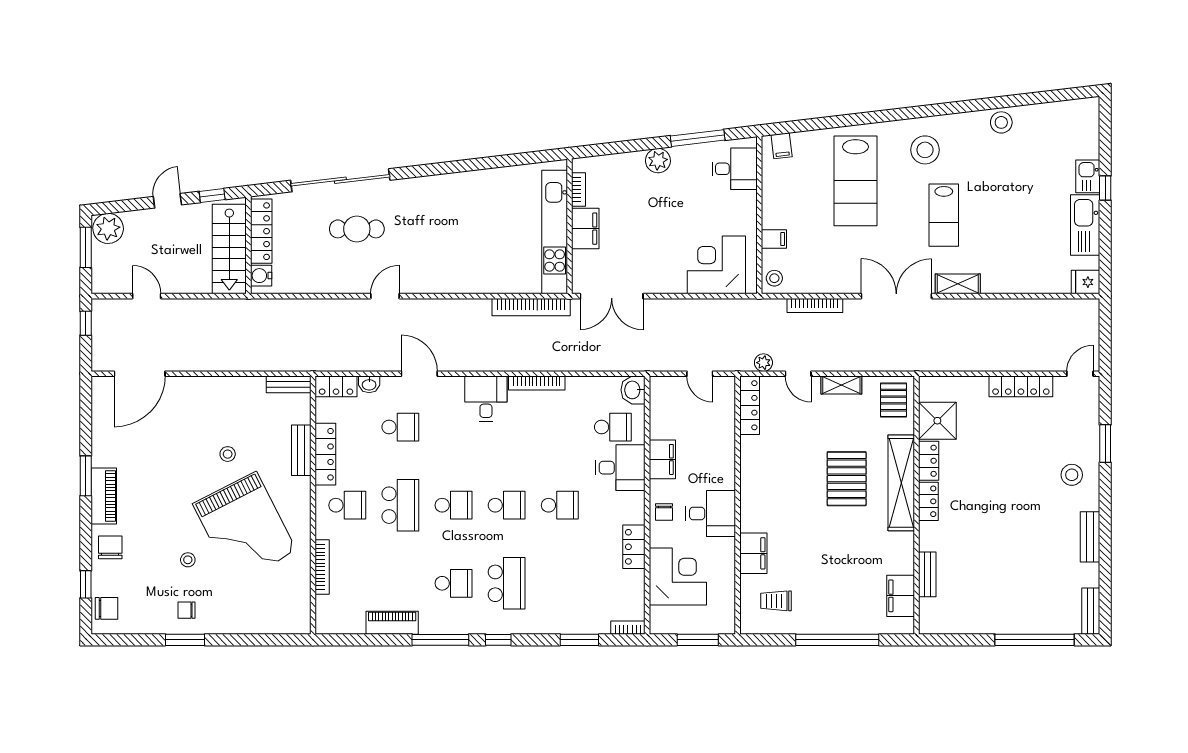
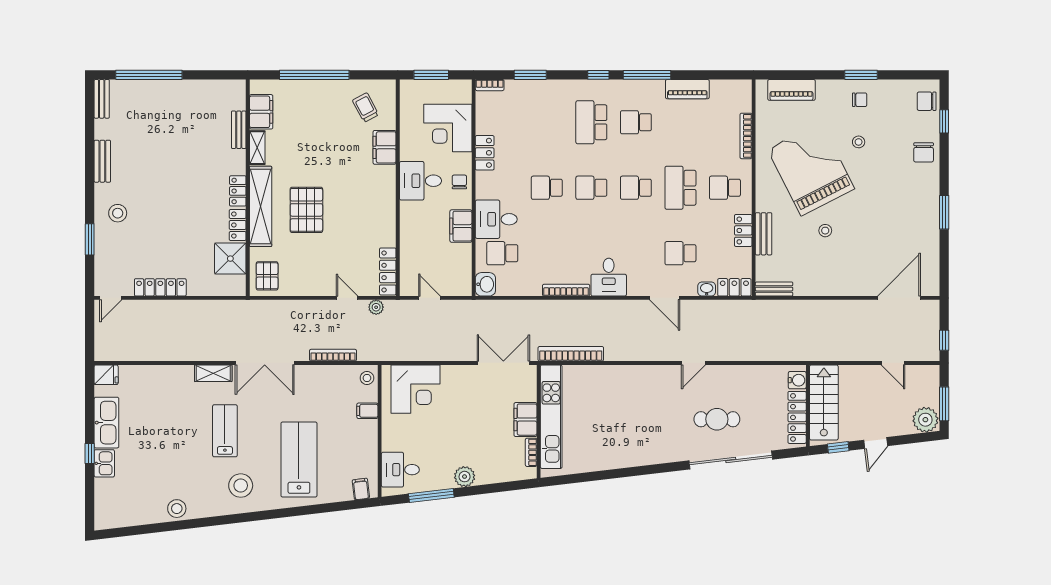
shelving: (841, 385) -> (257, 148), moved, turned 90
locker: (325, 454) -> (743, 230), width x0.66
piano: (104, 496) -> (791, 90), moved, turned -90
trolley: (776, 601) -> (366, 108), turned -118

